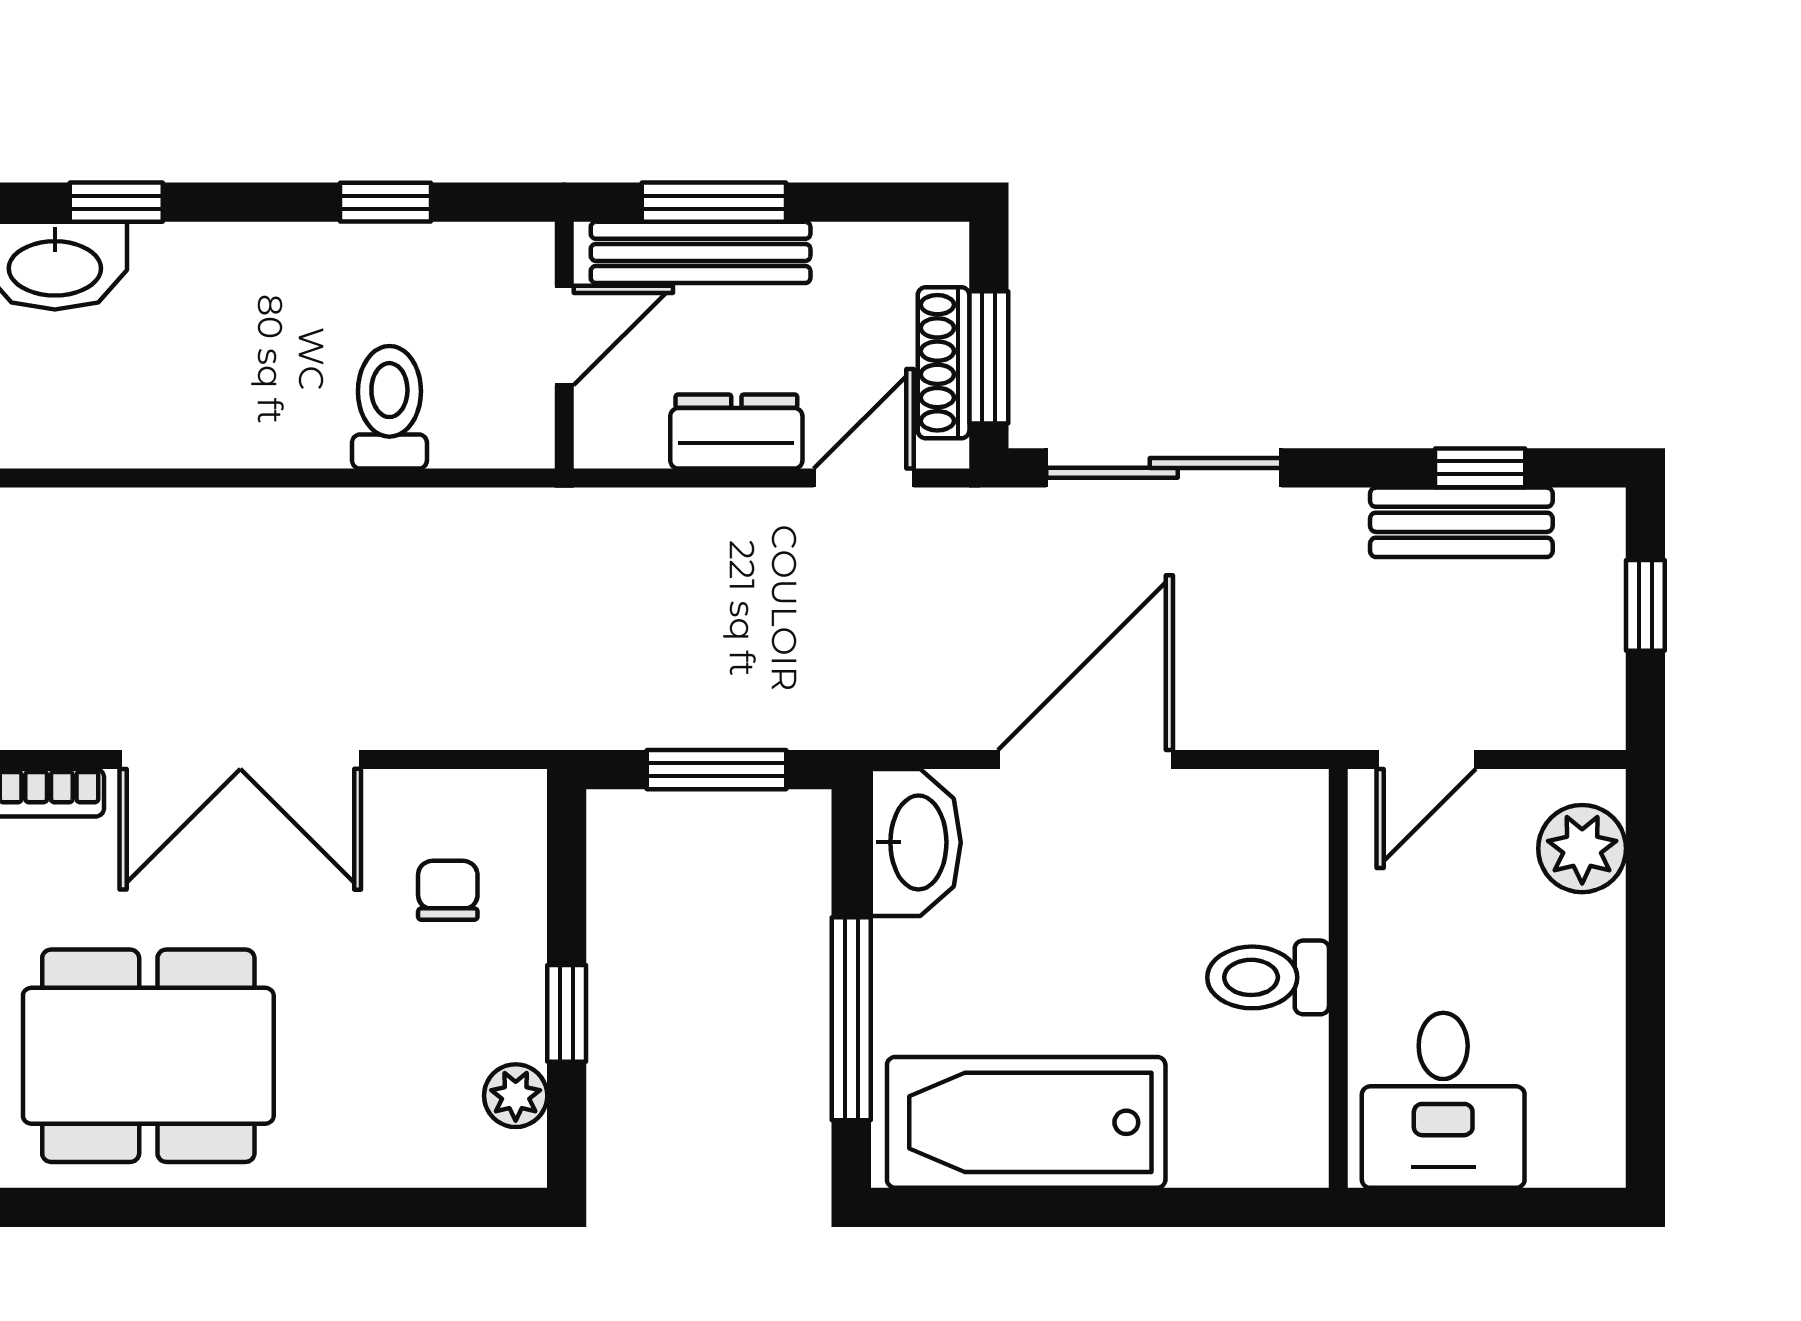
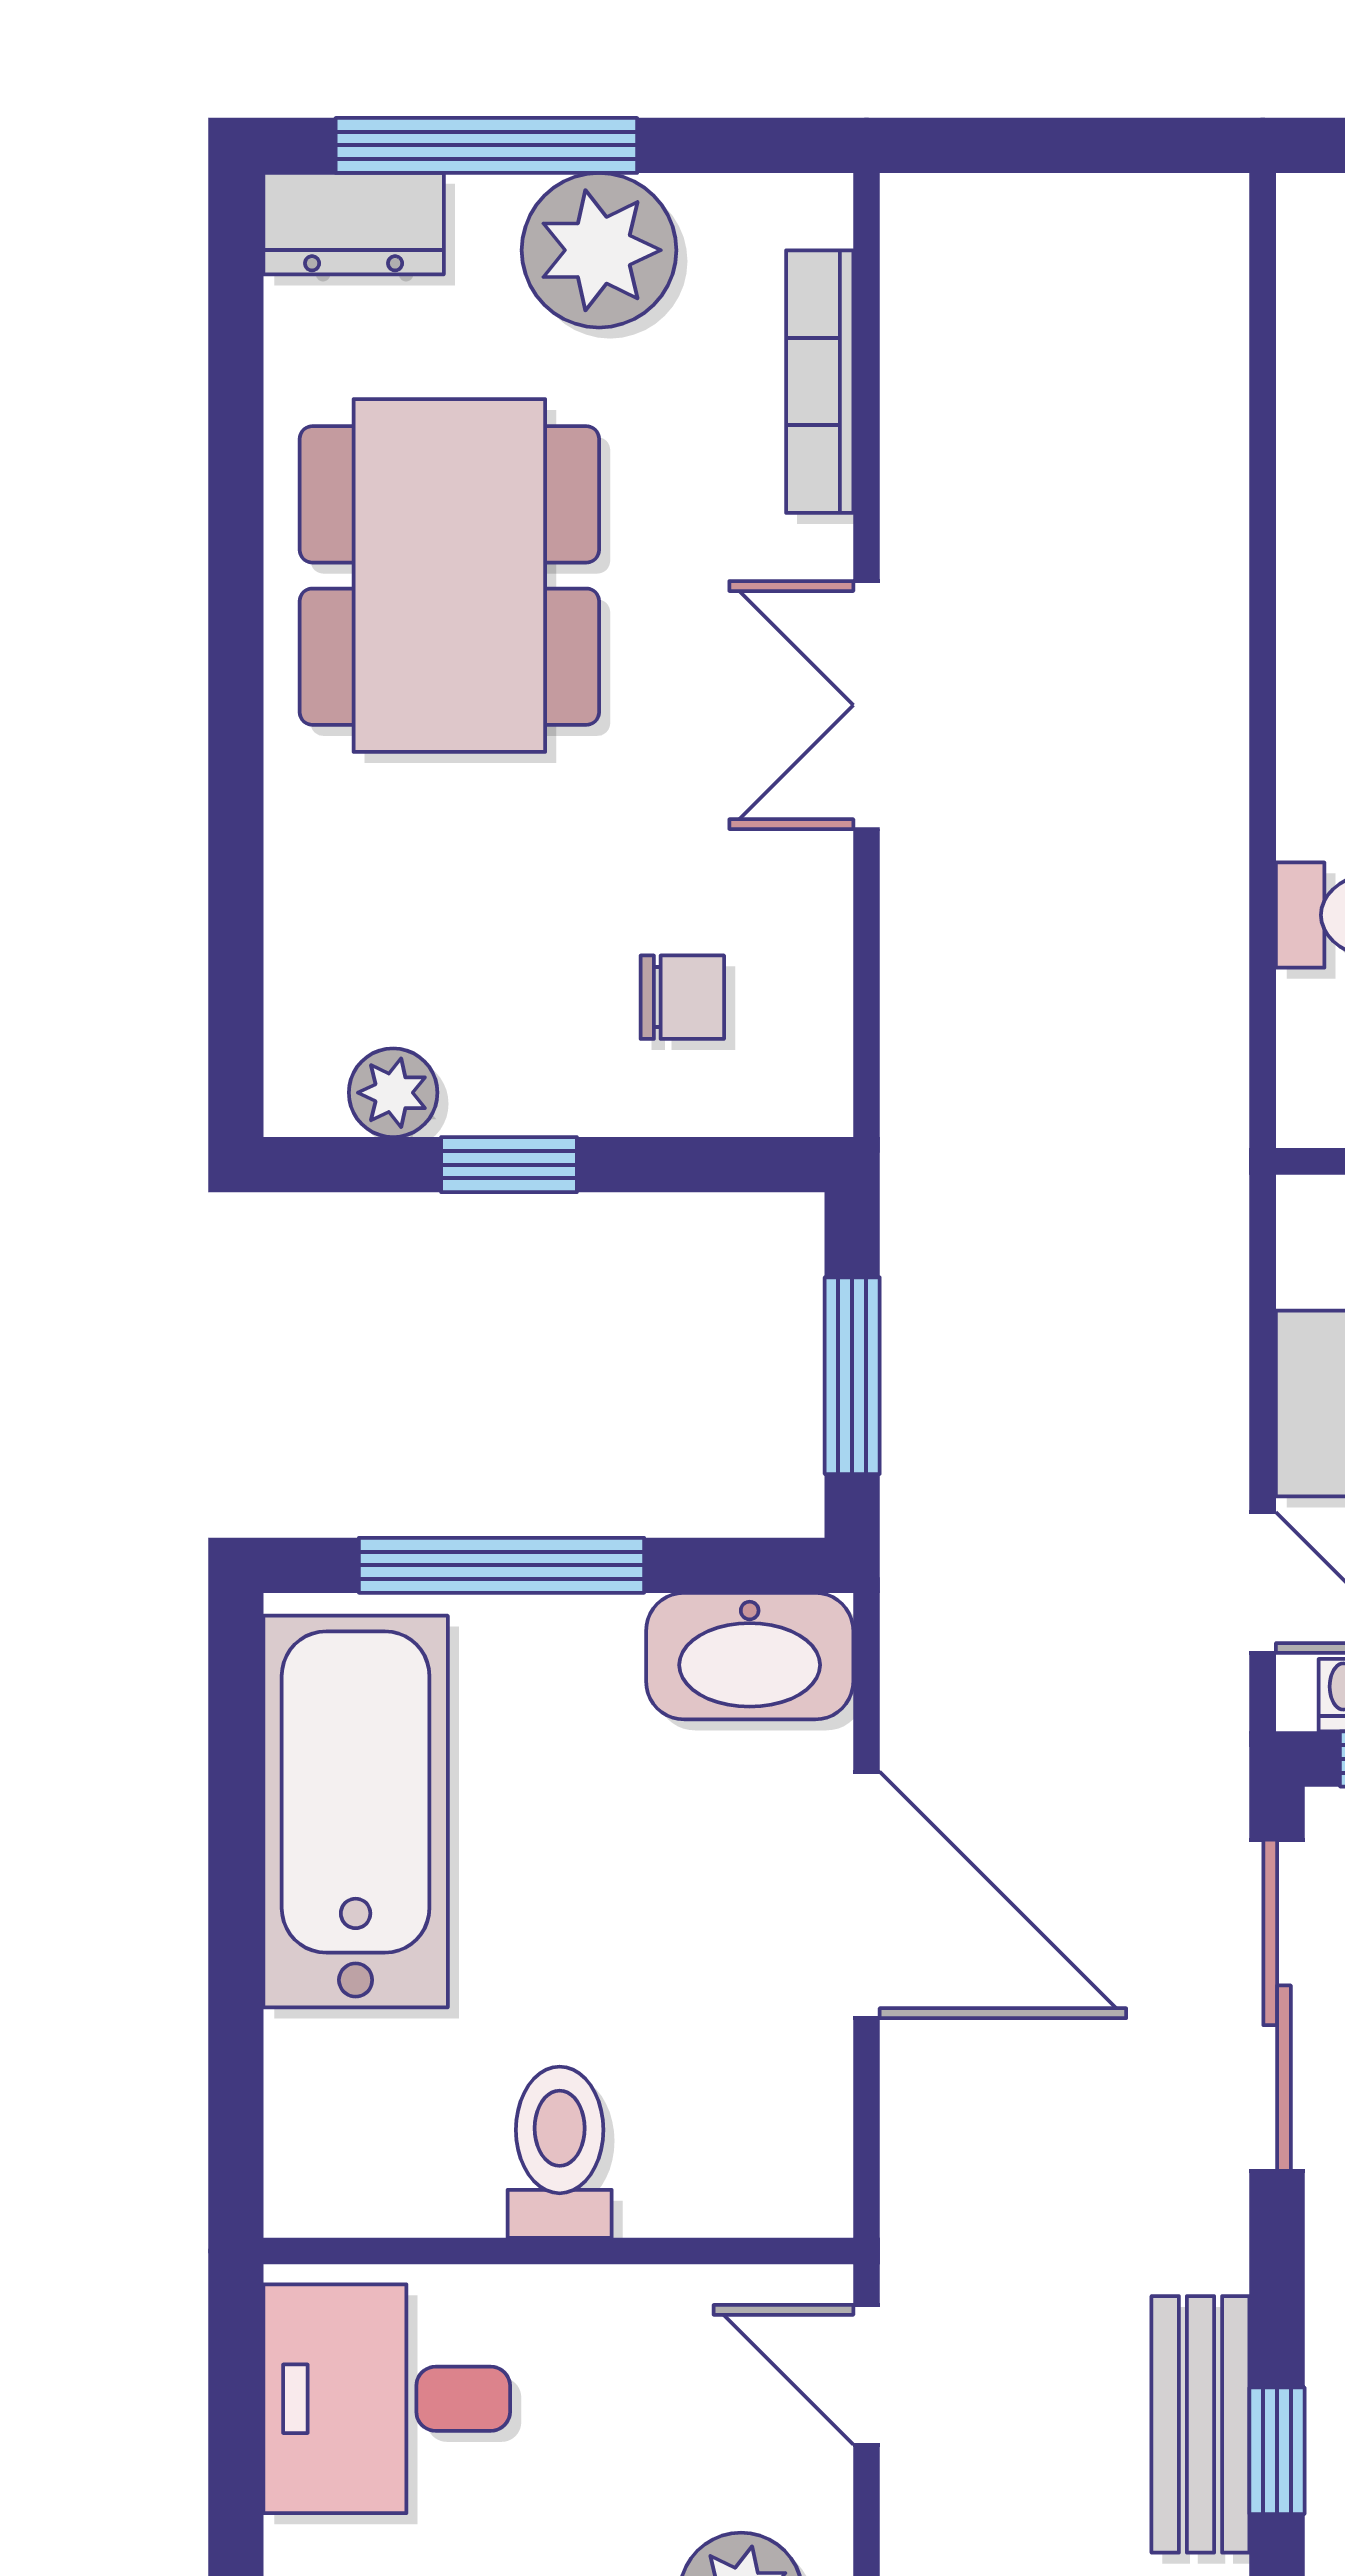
double door: (240, 760) -> (866, 705), width x0.73

